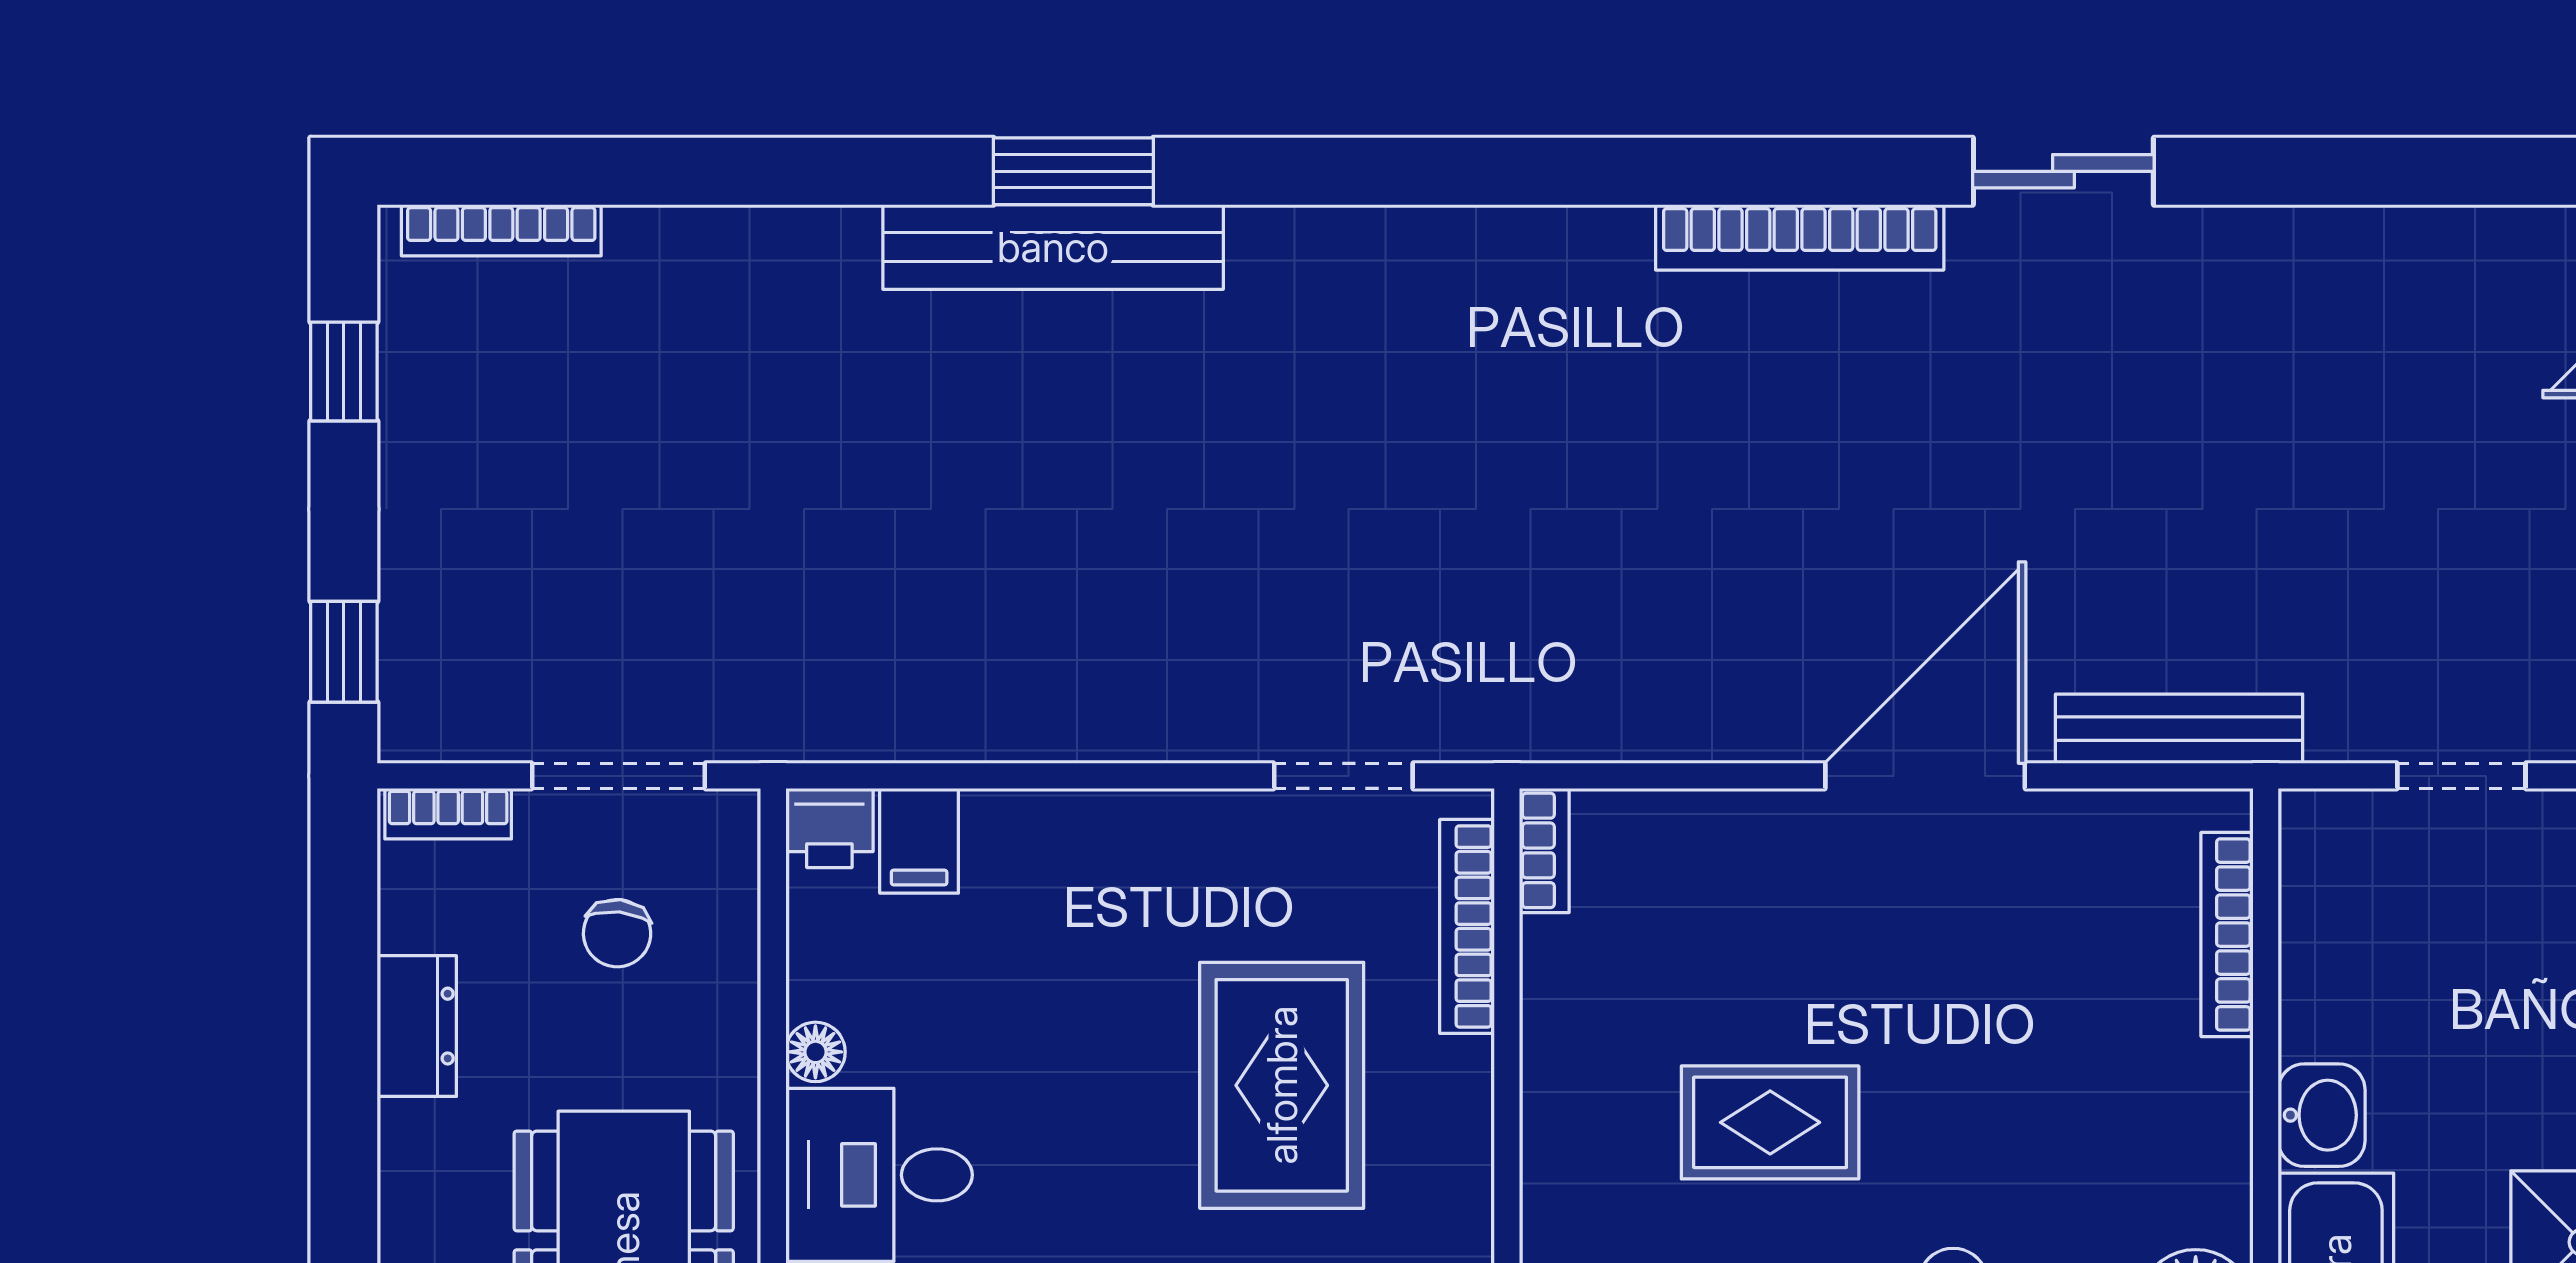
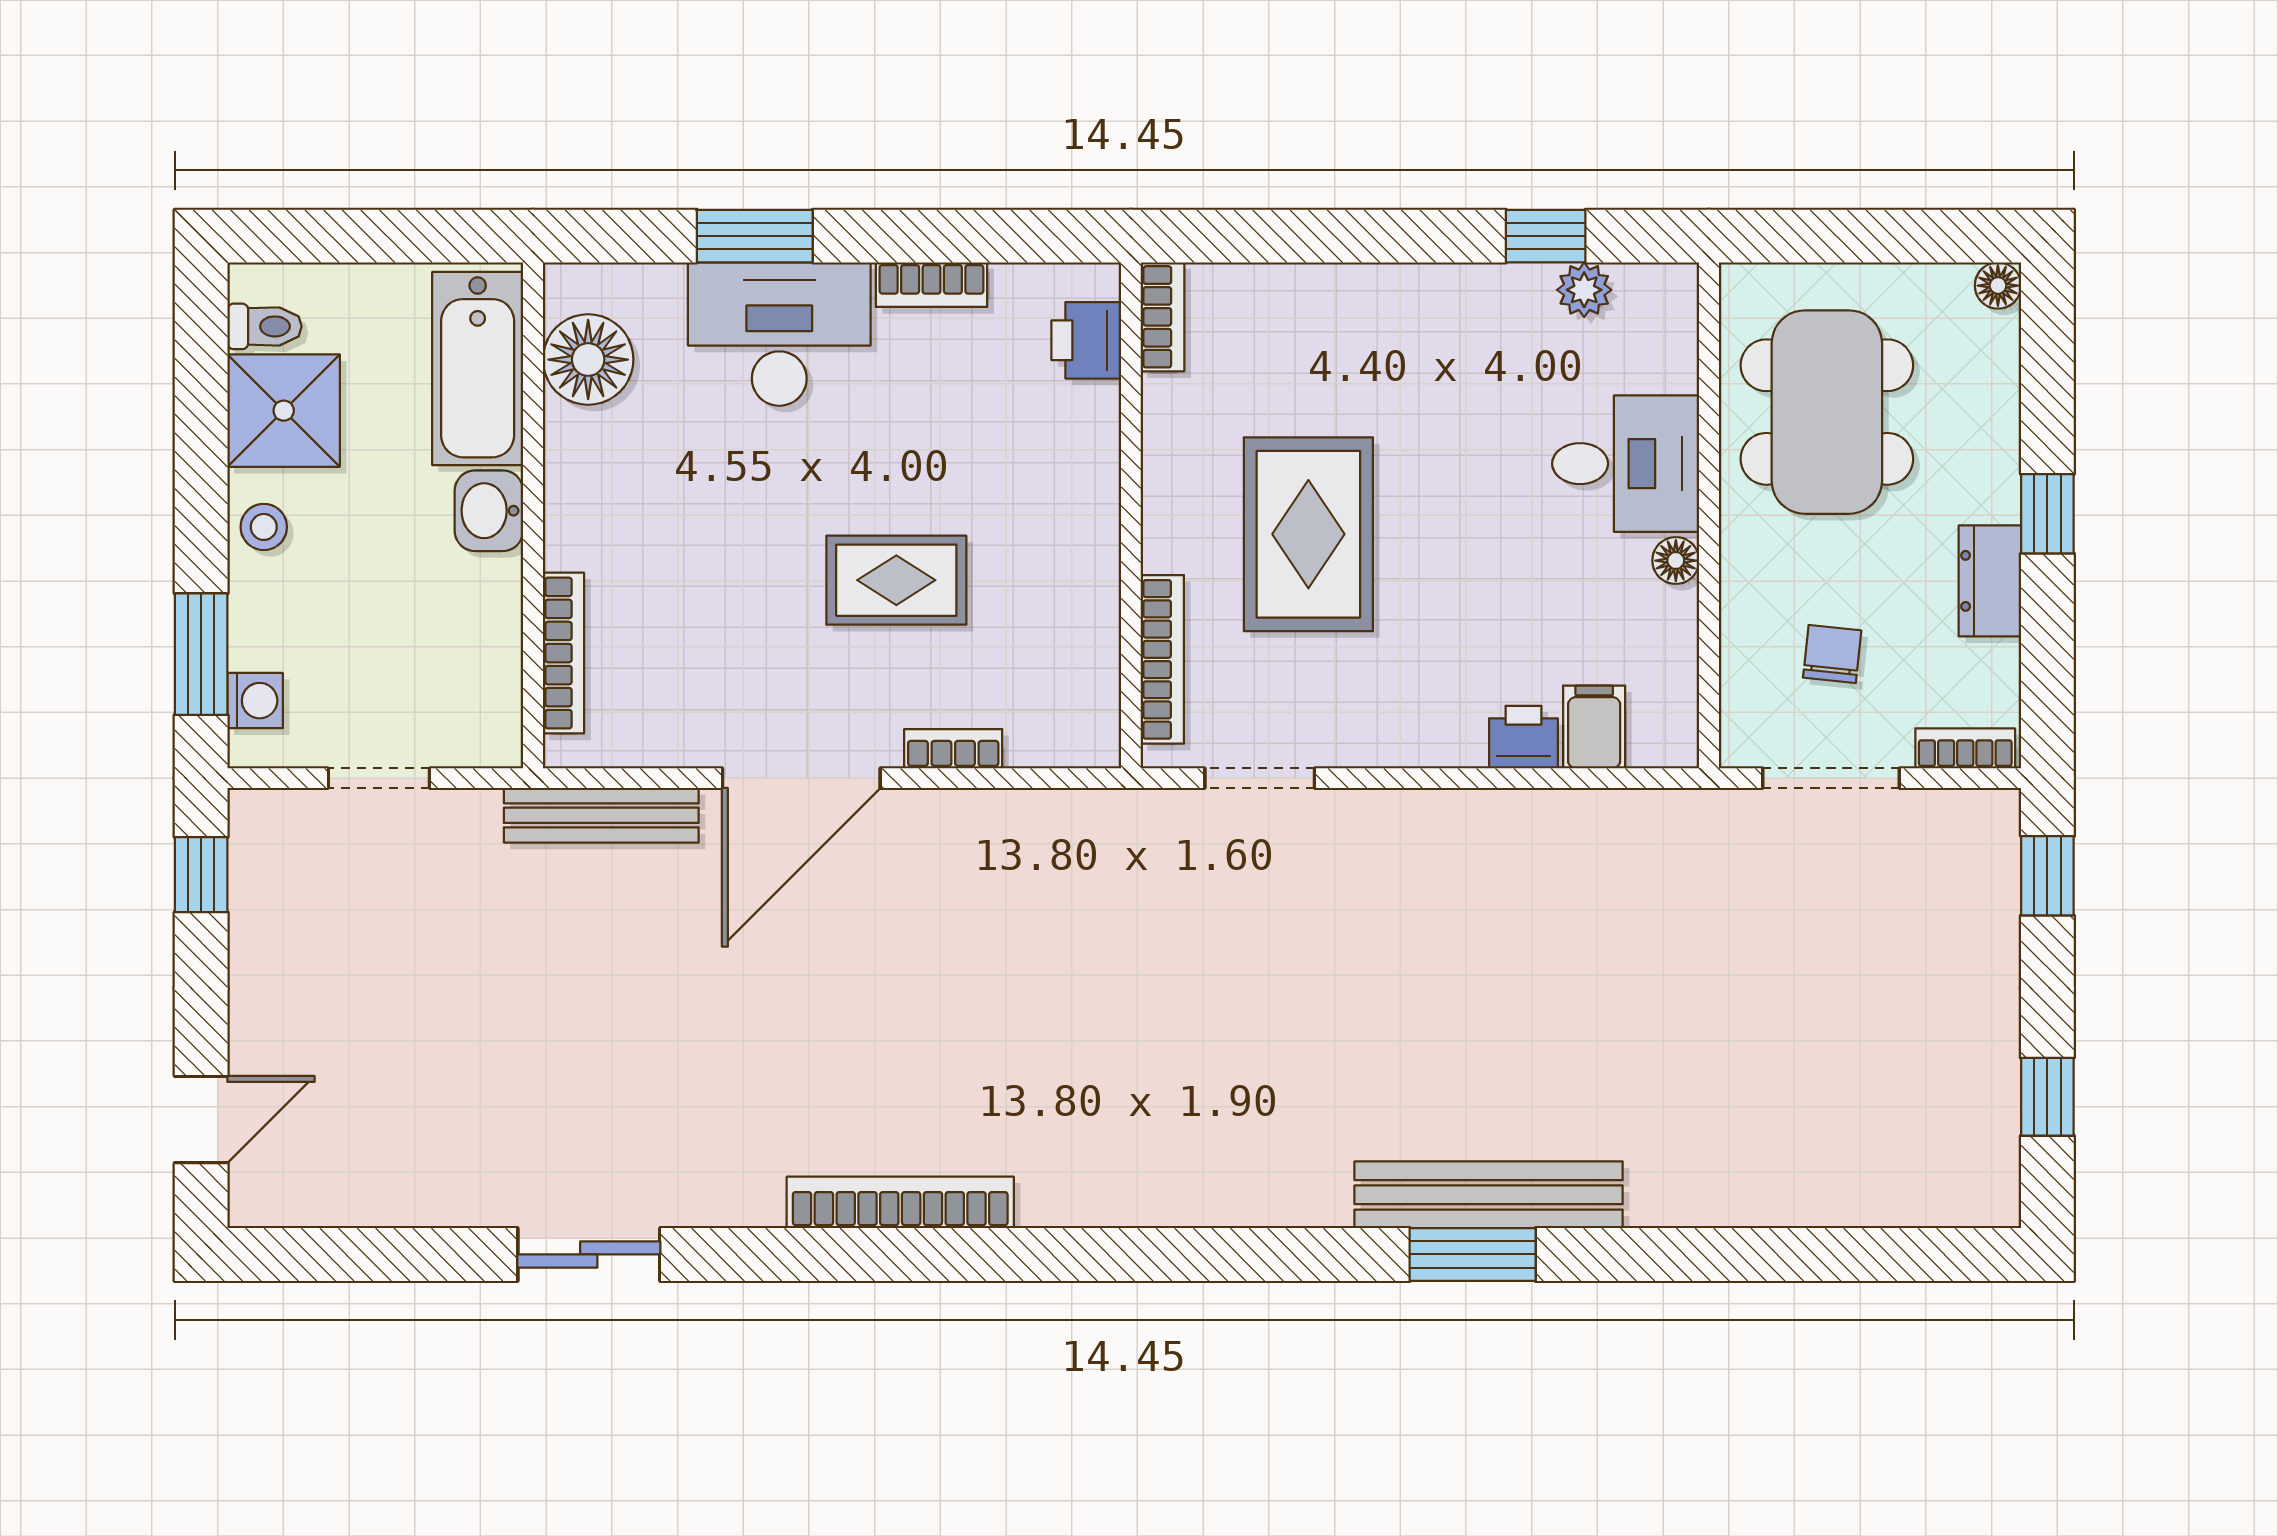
sliding door: (2063, 171) -> (589, 1254), moved
bookcase: (501, 230) -> (1923, 1208), removed
printer: (829, 828) -> (1523, 737), moved
bookcase: (1544, 850) -> (953, 749), moved, turned 90
window: (344, 1111) -> (2047, 514), added
rug: (1770, 1122) -> (896, 580), moved

